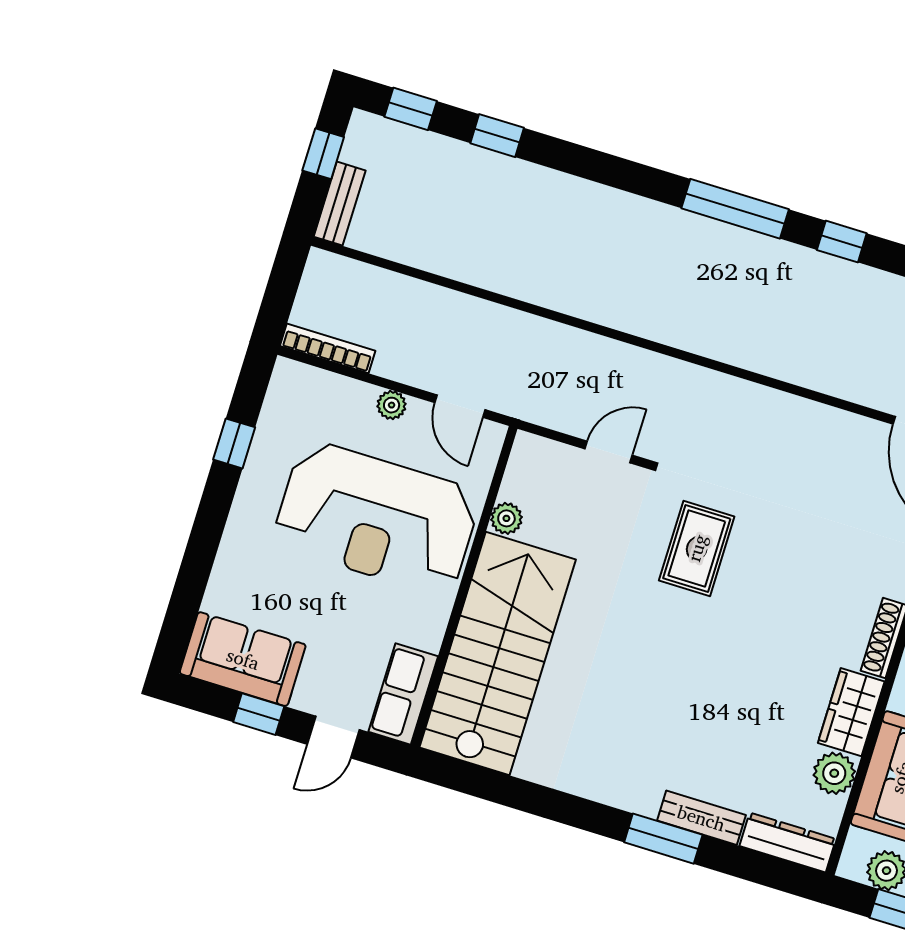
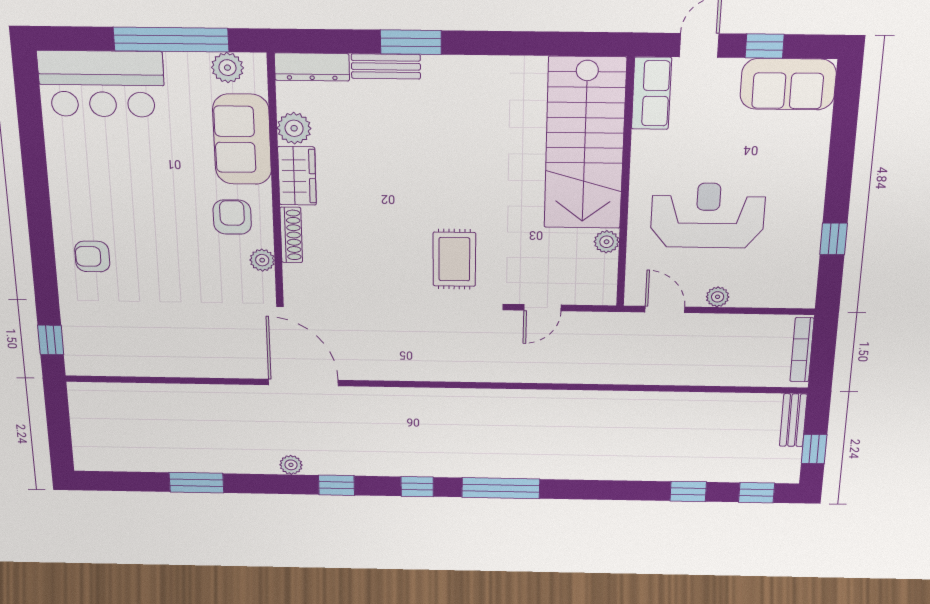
bookcase: (328, 348) -> (802, 350), moved, turned 90
reception desk: (377, 518) -> (708, 216), width x0.74, depth x0.77

